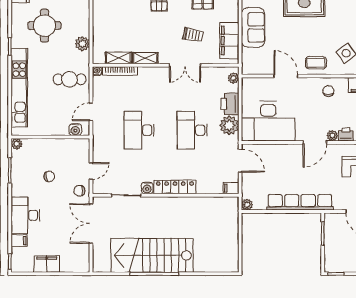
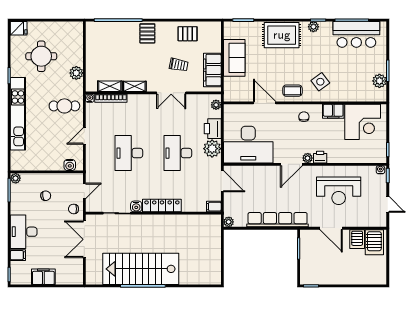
water cooler: (75, 130) -> (70, 165), moved
wall: (50, 137) -> (47, 172), moved
plant: (17, 144) -> (16, 178), moved

